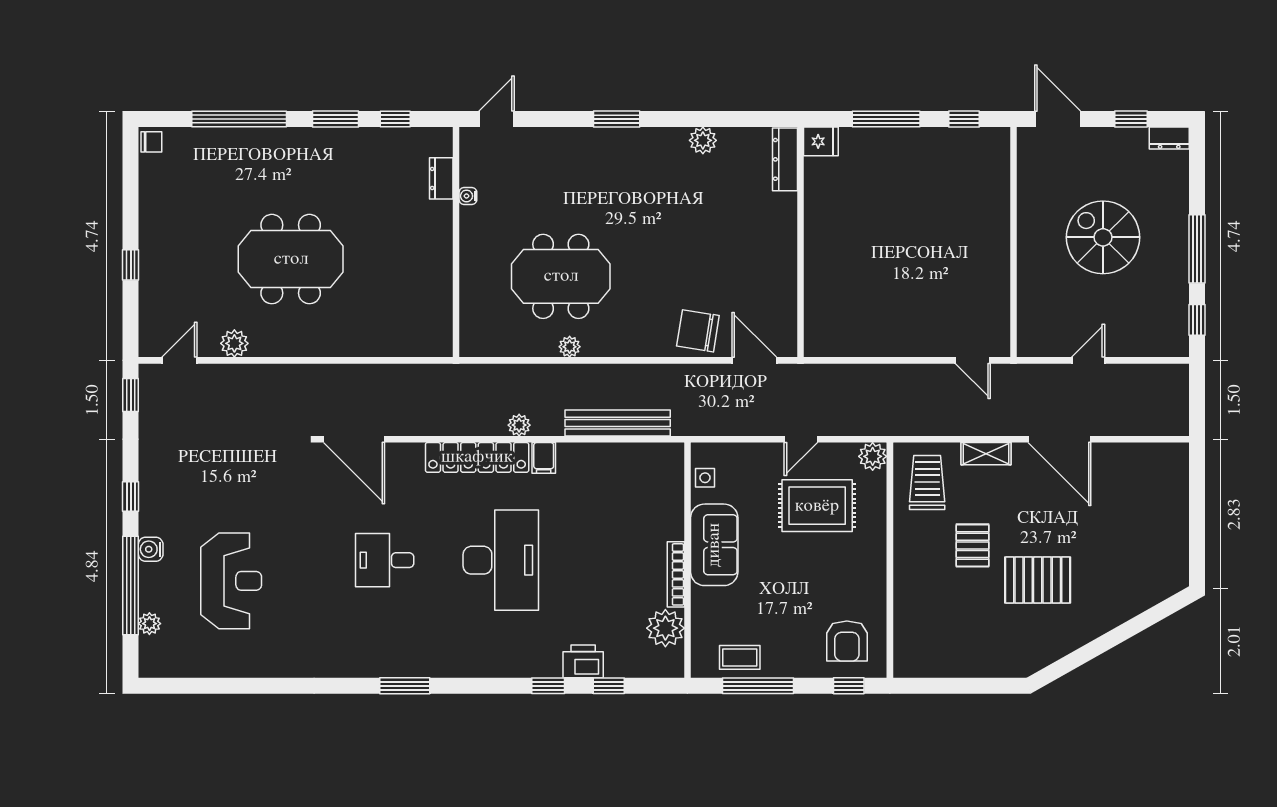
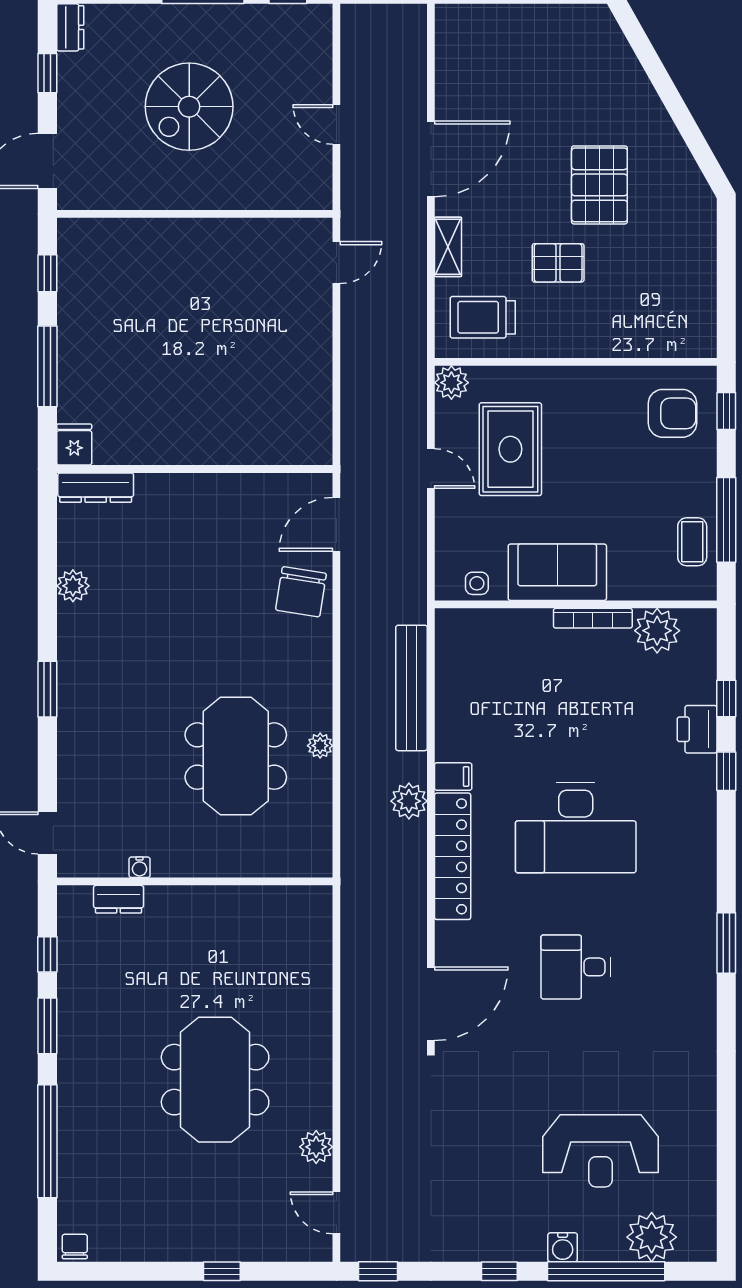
plant: (519, 425) -> (409, 801), width x1.38, depth x1.38
desk: (385, 560) -> (576, 967), turned 90
desk: (501, 560) -> (576, 828), turned 180
reception desk: (231, 581) -> (601, 1151), turned 180
plant: (149, 624) -> (652, 1237), width x1.88, depth x1.88

